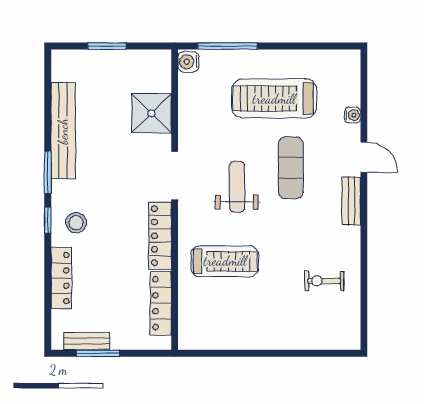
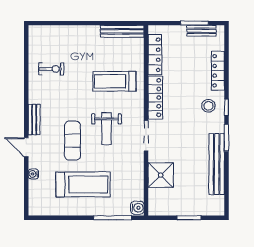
bench: (212, 340) -> (122, 31), added

